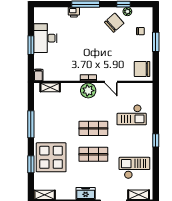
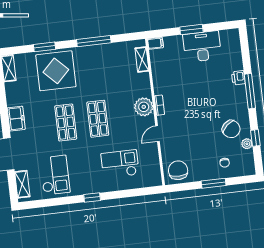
checkout: (132, 115) -> (120, 164), turned 90

